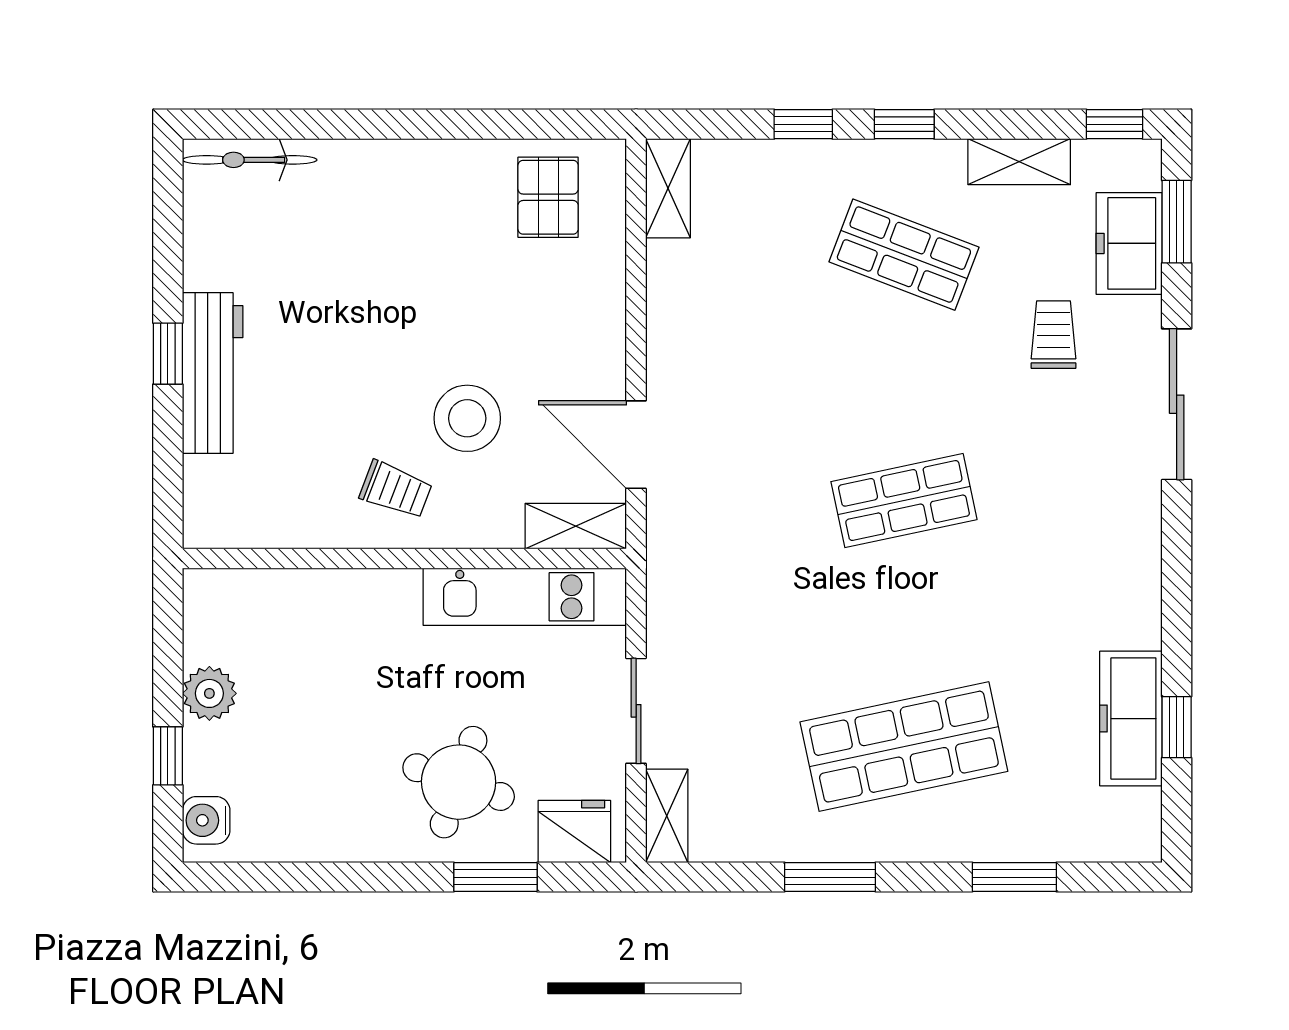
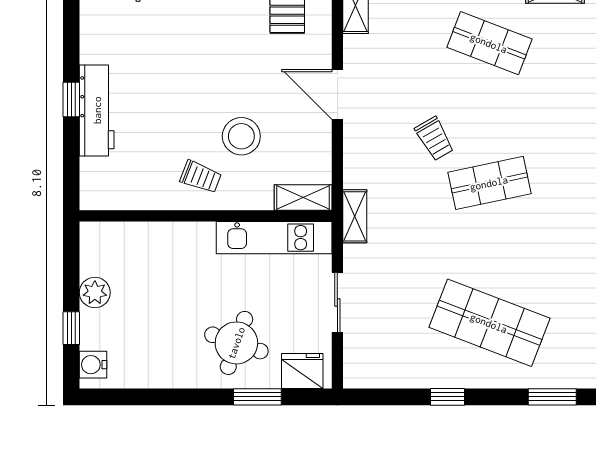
trolley: (1054, 335) -> (435, 139), moved, turned 150
door: (636, 445) -> (337, 94), moved
shop shelf: (904, 747) -> (489, 323), turned 33
shelving: (667, 816) -> (355, 216), moved
window: (830, 877) -> (447, 397), width x0.67

